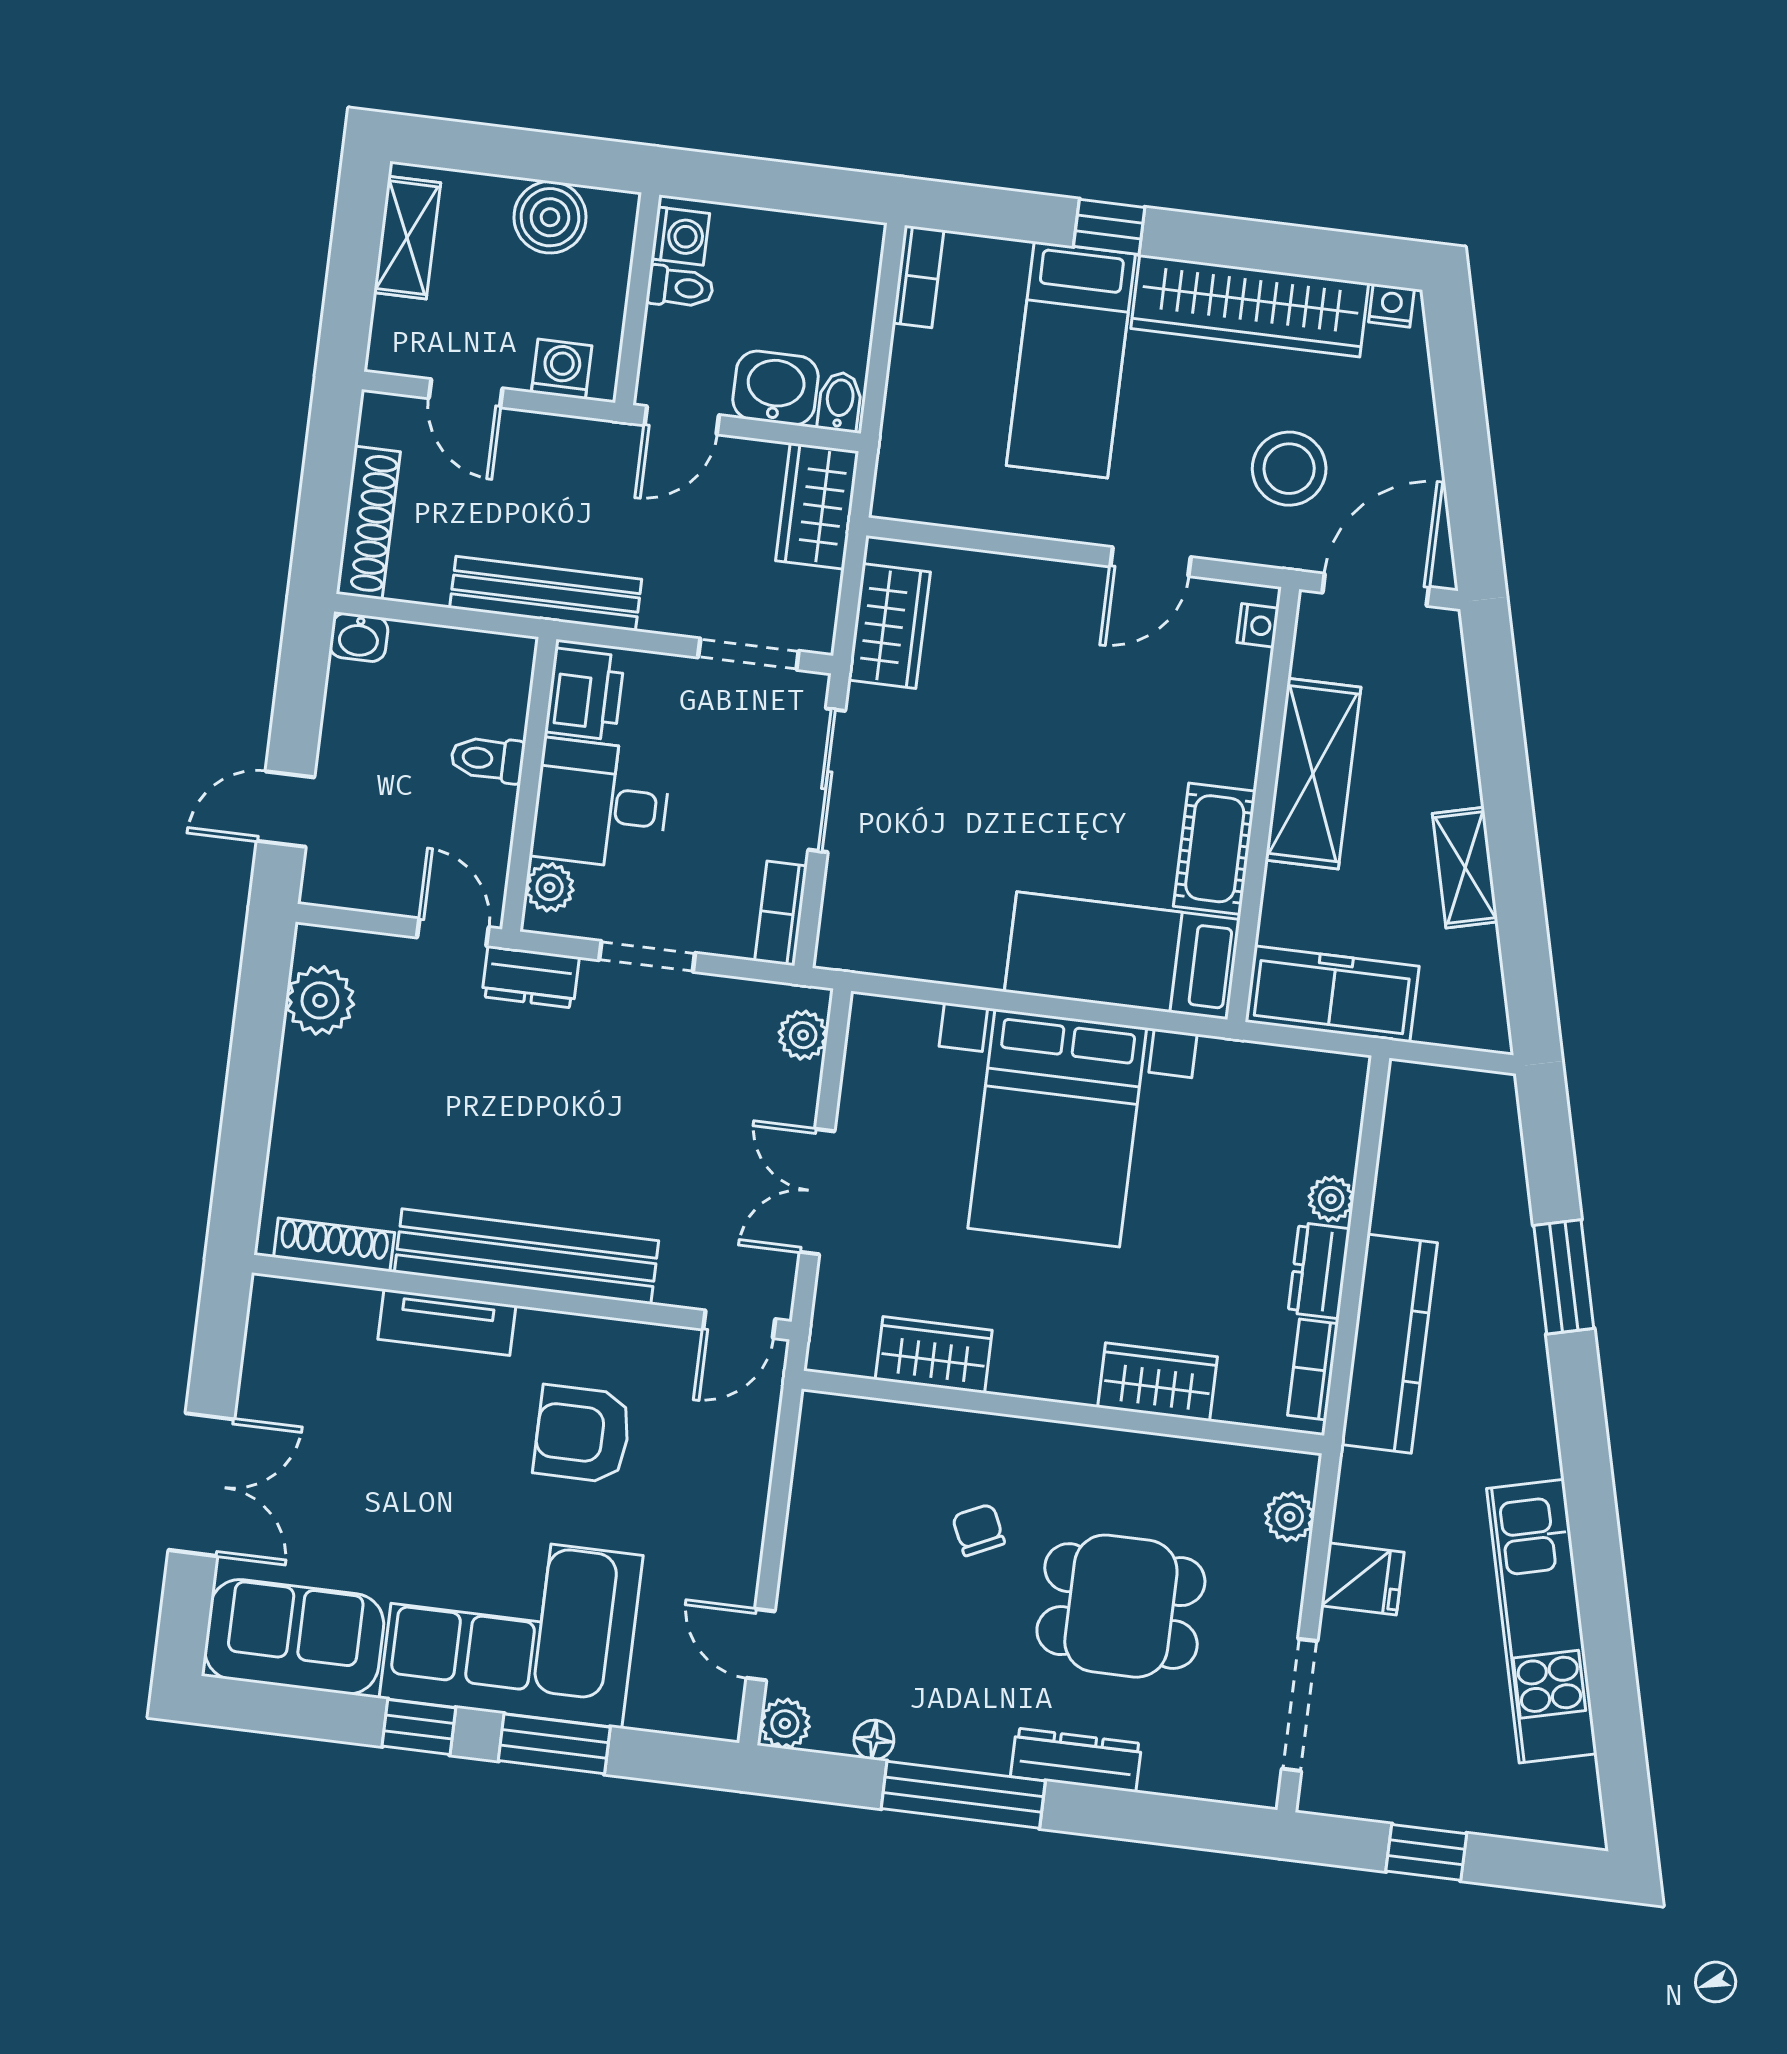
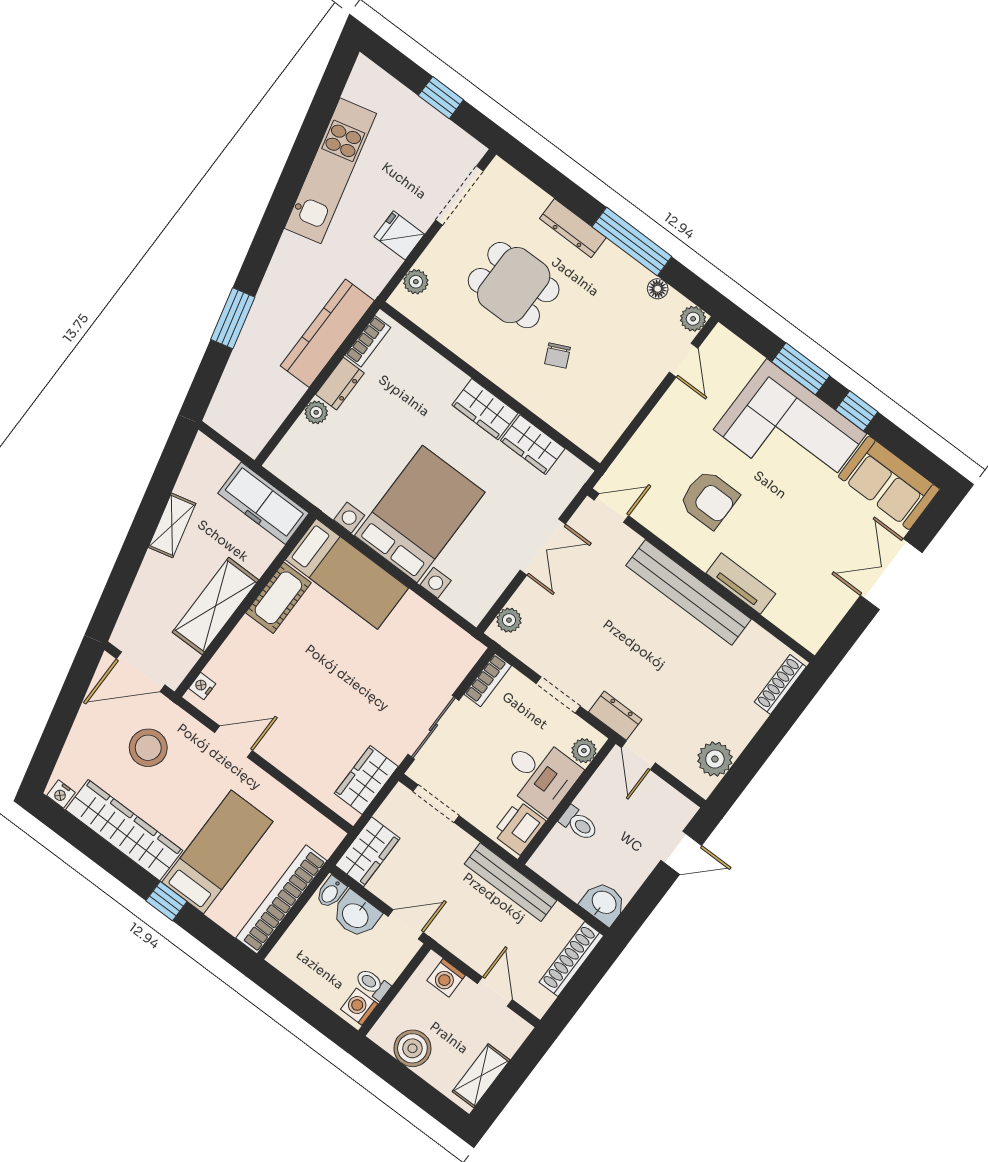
bookcase: (918, 277) -> (281, 899), width x2.31, depth x1.31
washbasin: (359, 637) -> (604, 903), width x1.38, depth x1.45
shoe rack: (334, 1245) -> (780, 684), moved, turned 90
wardrobe: (1158, 1382) -> (485, 409), moved

